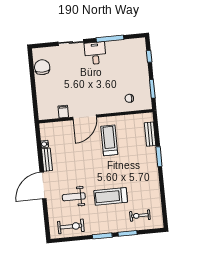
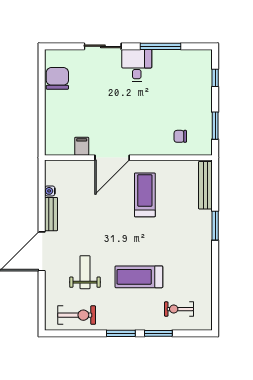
bench: (150, 134) -> (205, 185), width x1.36
weight bench: (74, 197) -> (85, 272), turned 90

